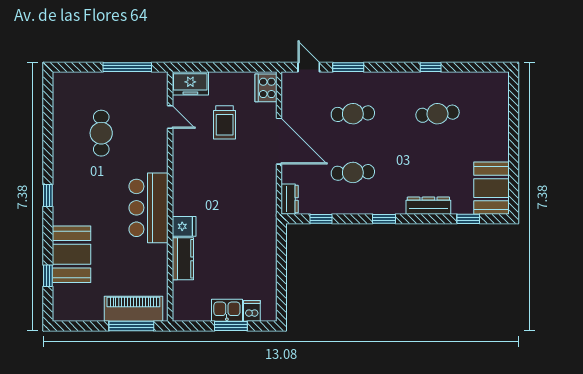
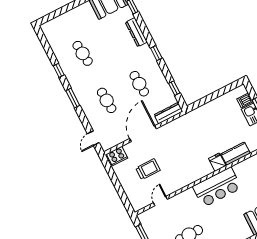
window: (348, 67) -> (73, 98), moved
freezer: (190, 83) -> (136, 199), removed
dresser: (290, 199) -> (168, 113), width x1.44

